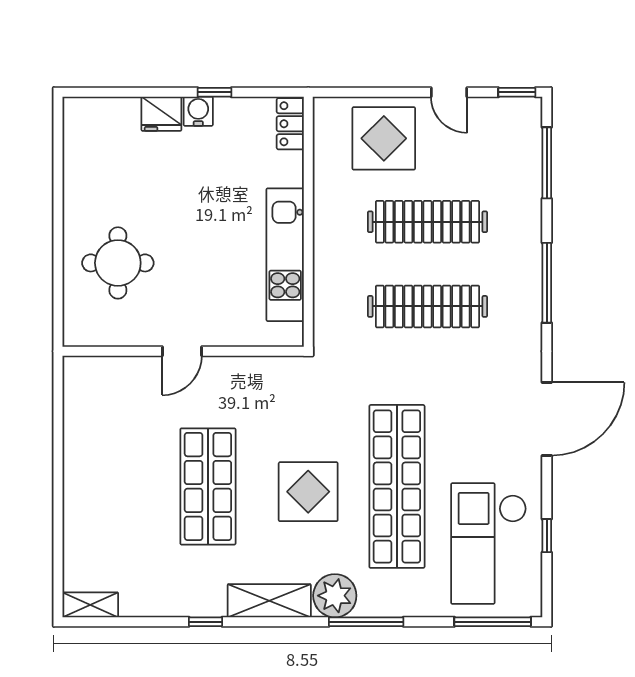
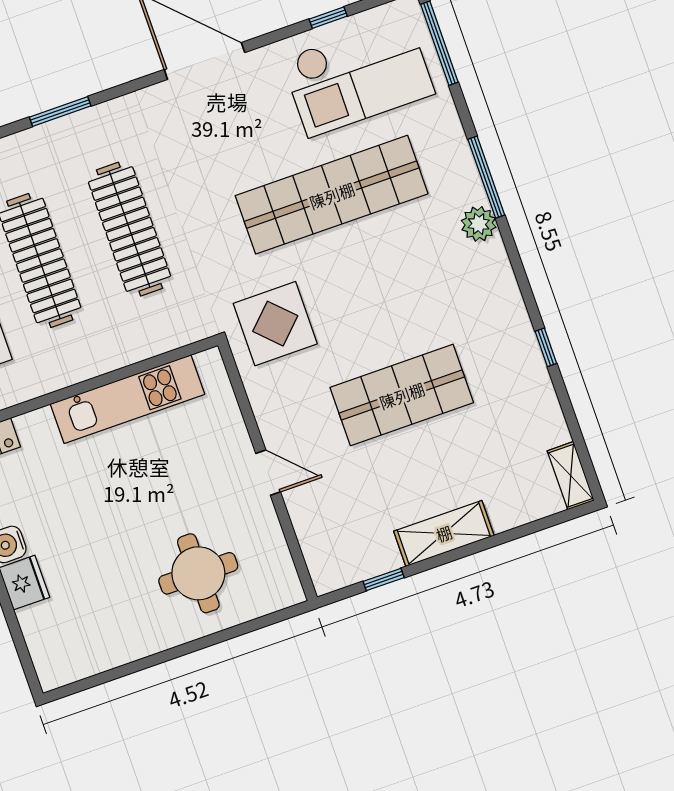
window: (547, 283) -> (60, 112), width x0.69
window: (58, 417) -> (384, 580), added
display table: (308, 492) -> (275, 324), moved
plant: (335, 596) -> (479, 224), width x0.73, depth x0.73
shelving: (269, 601) -> (444, 533), moved, turned 90

